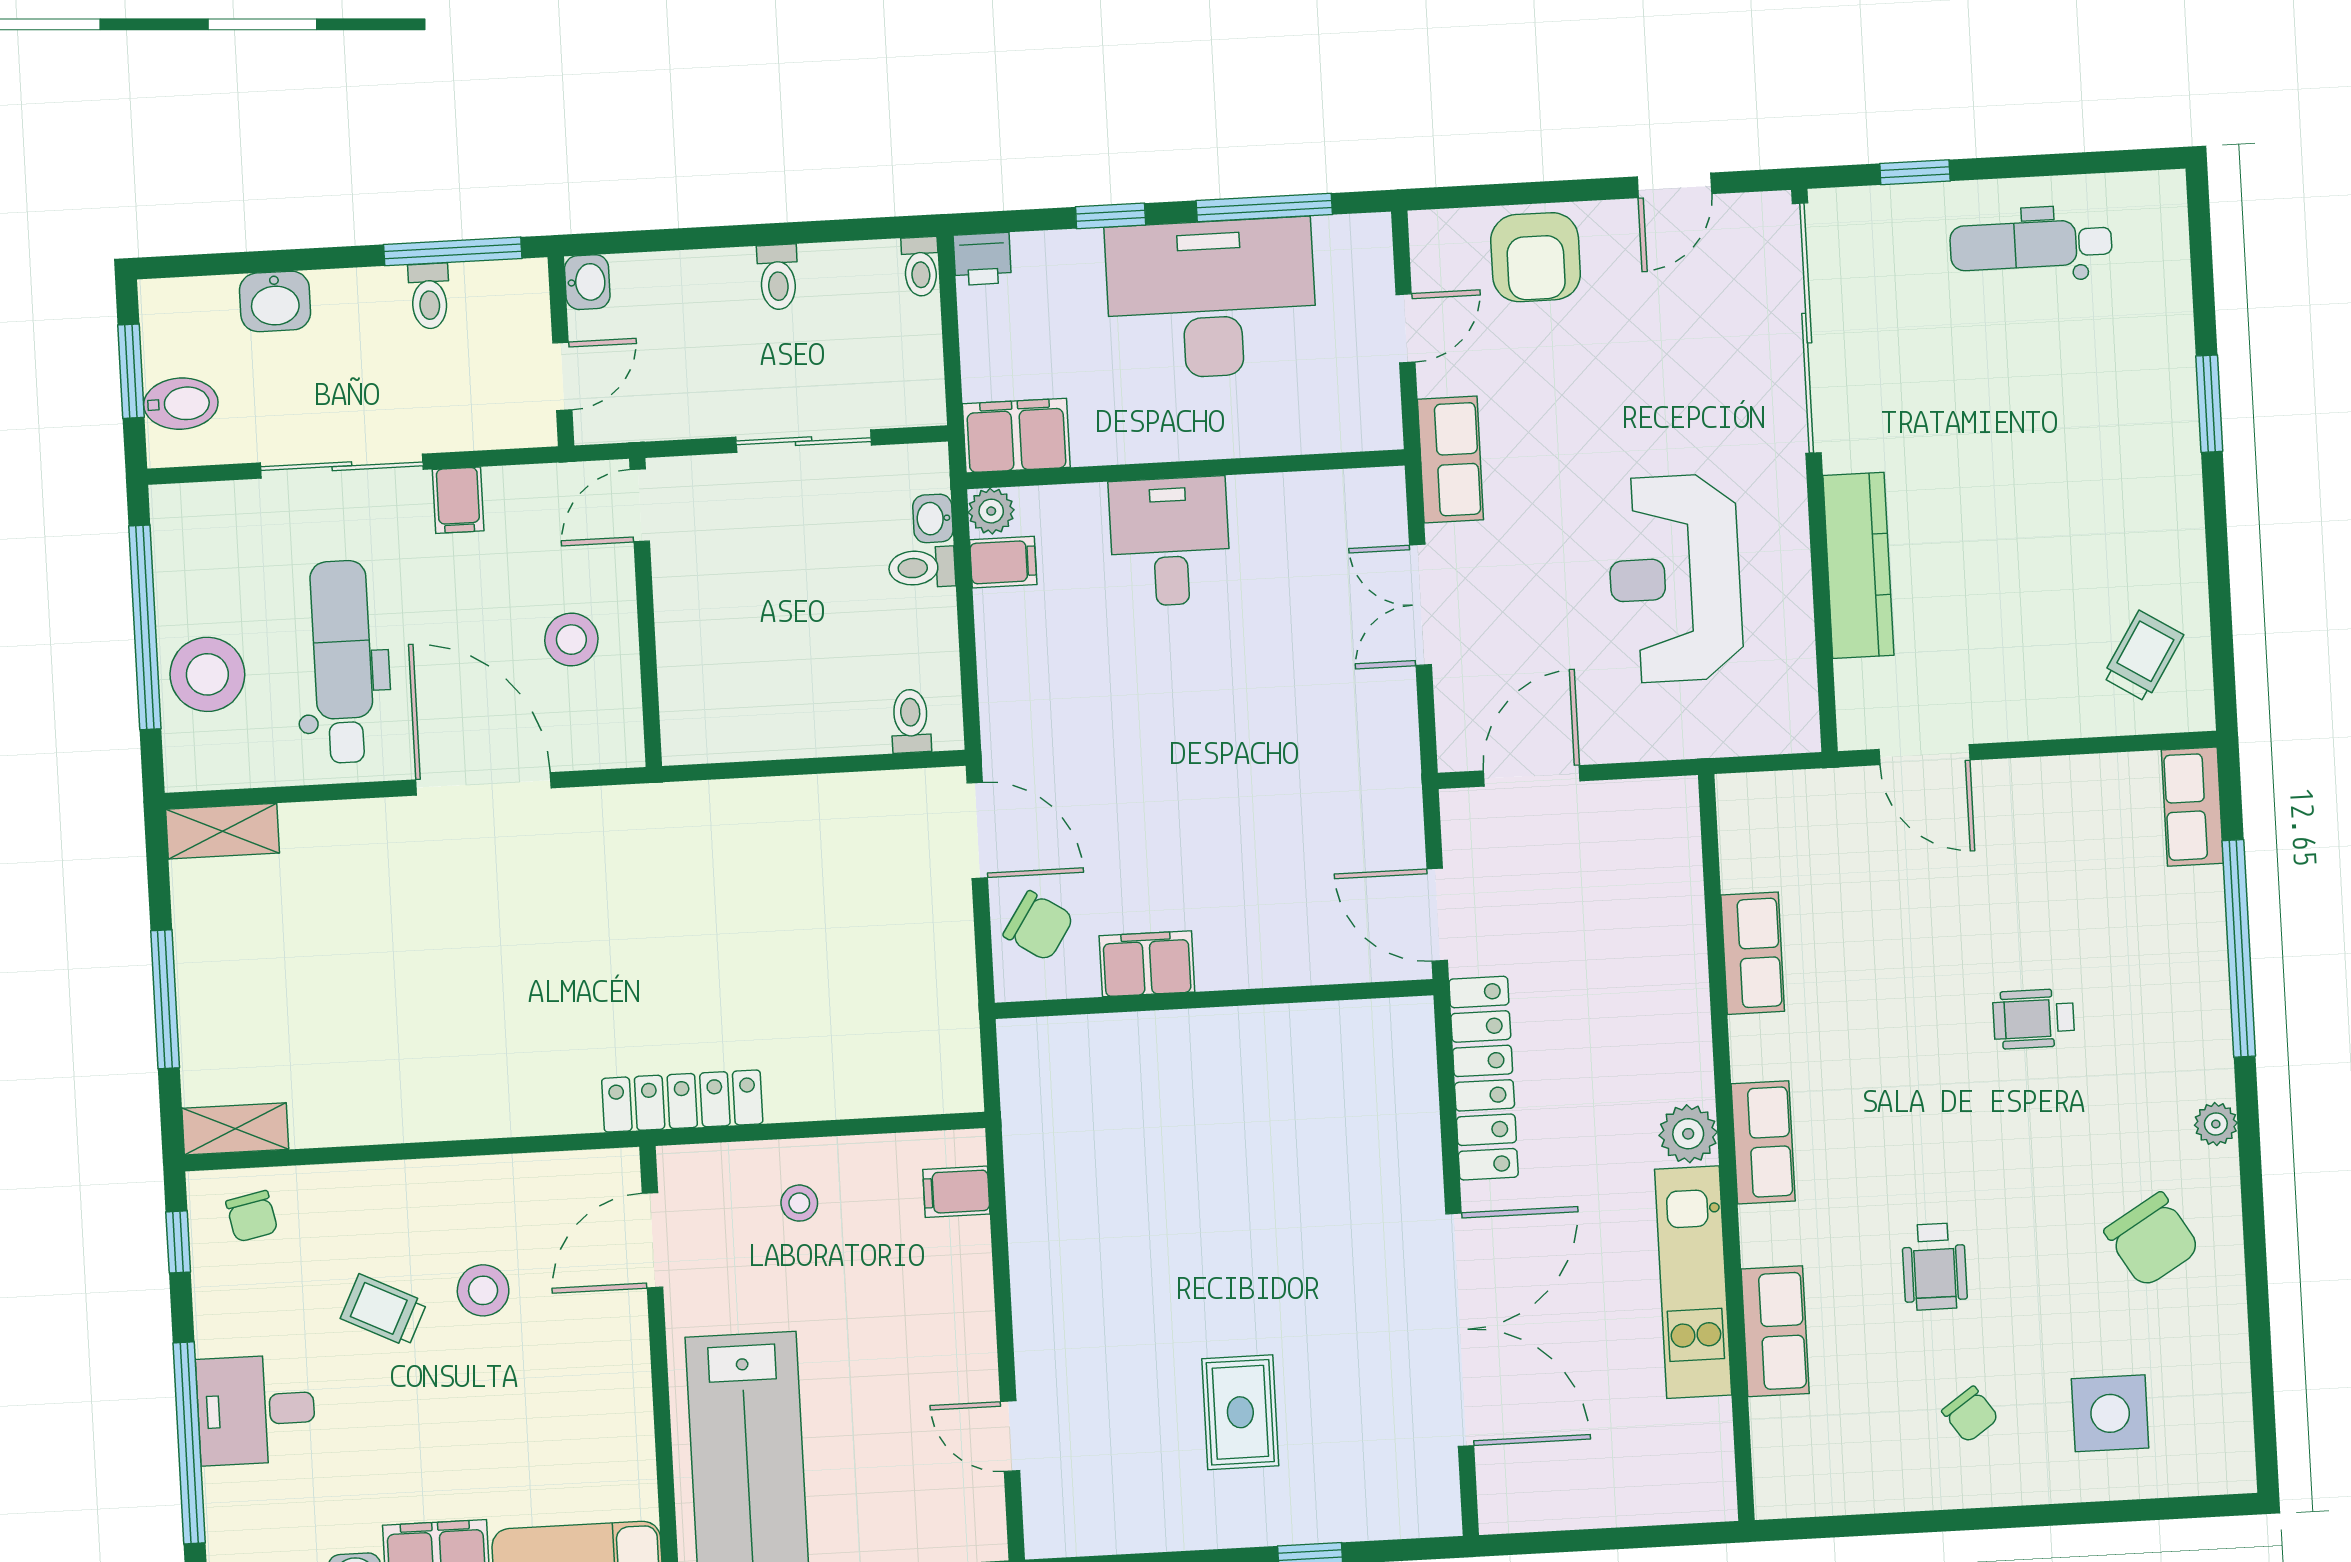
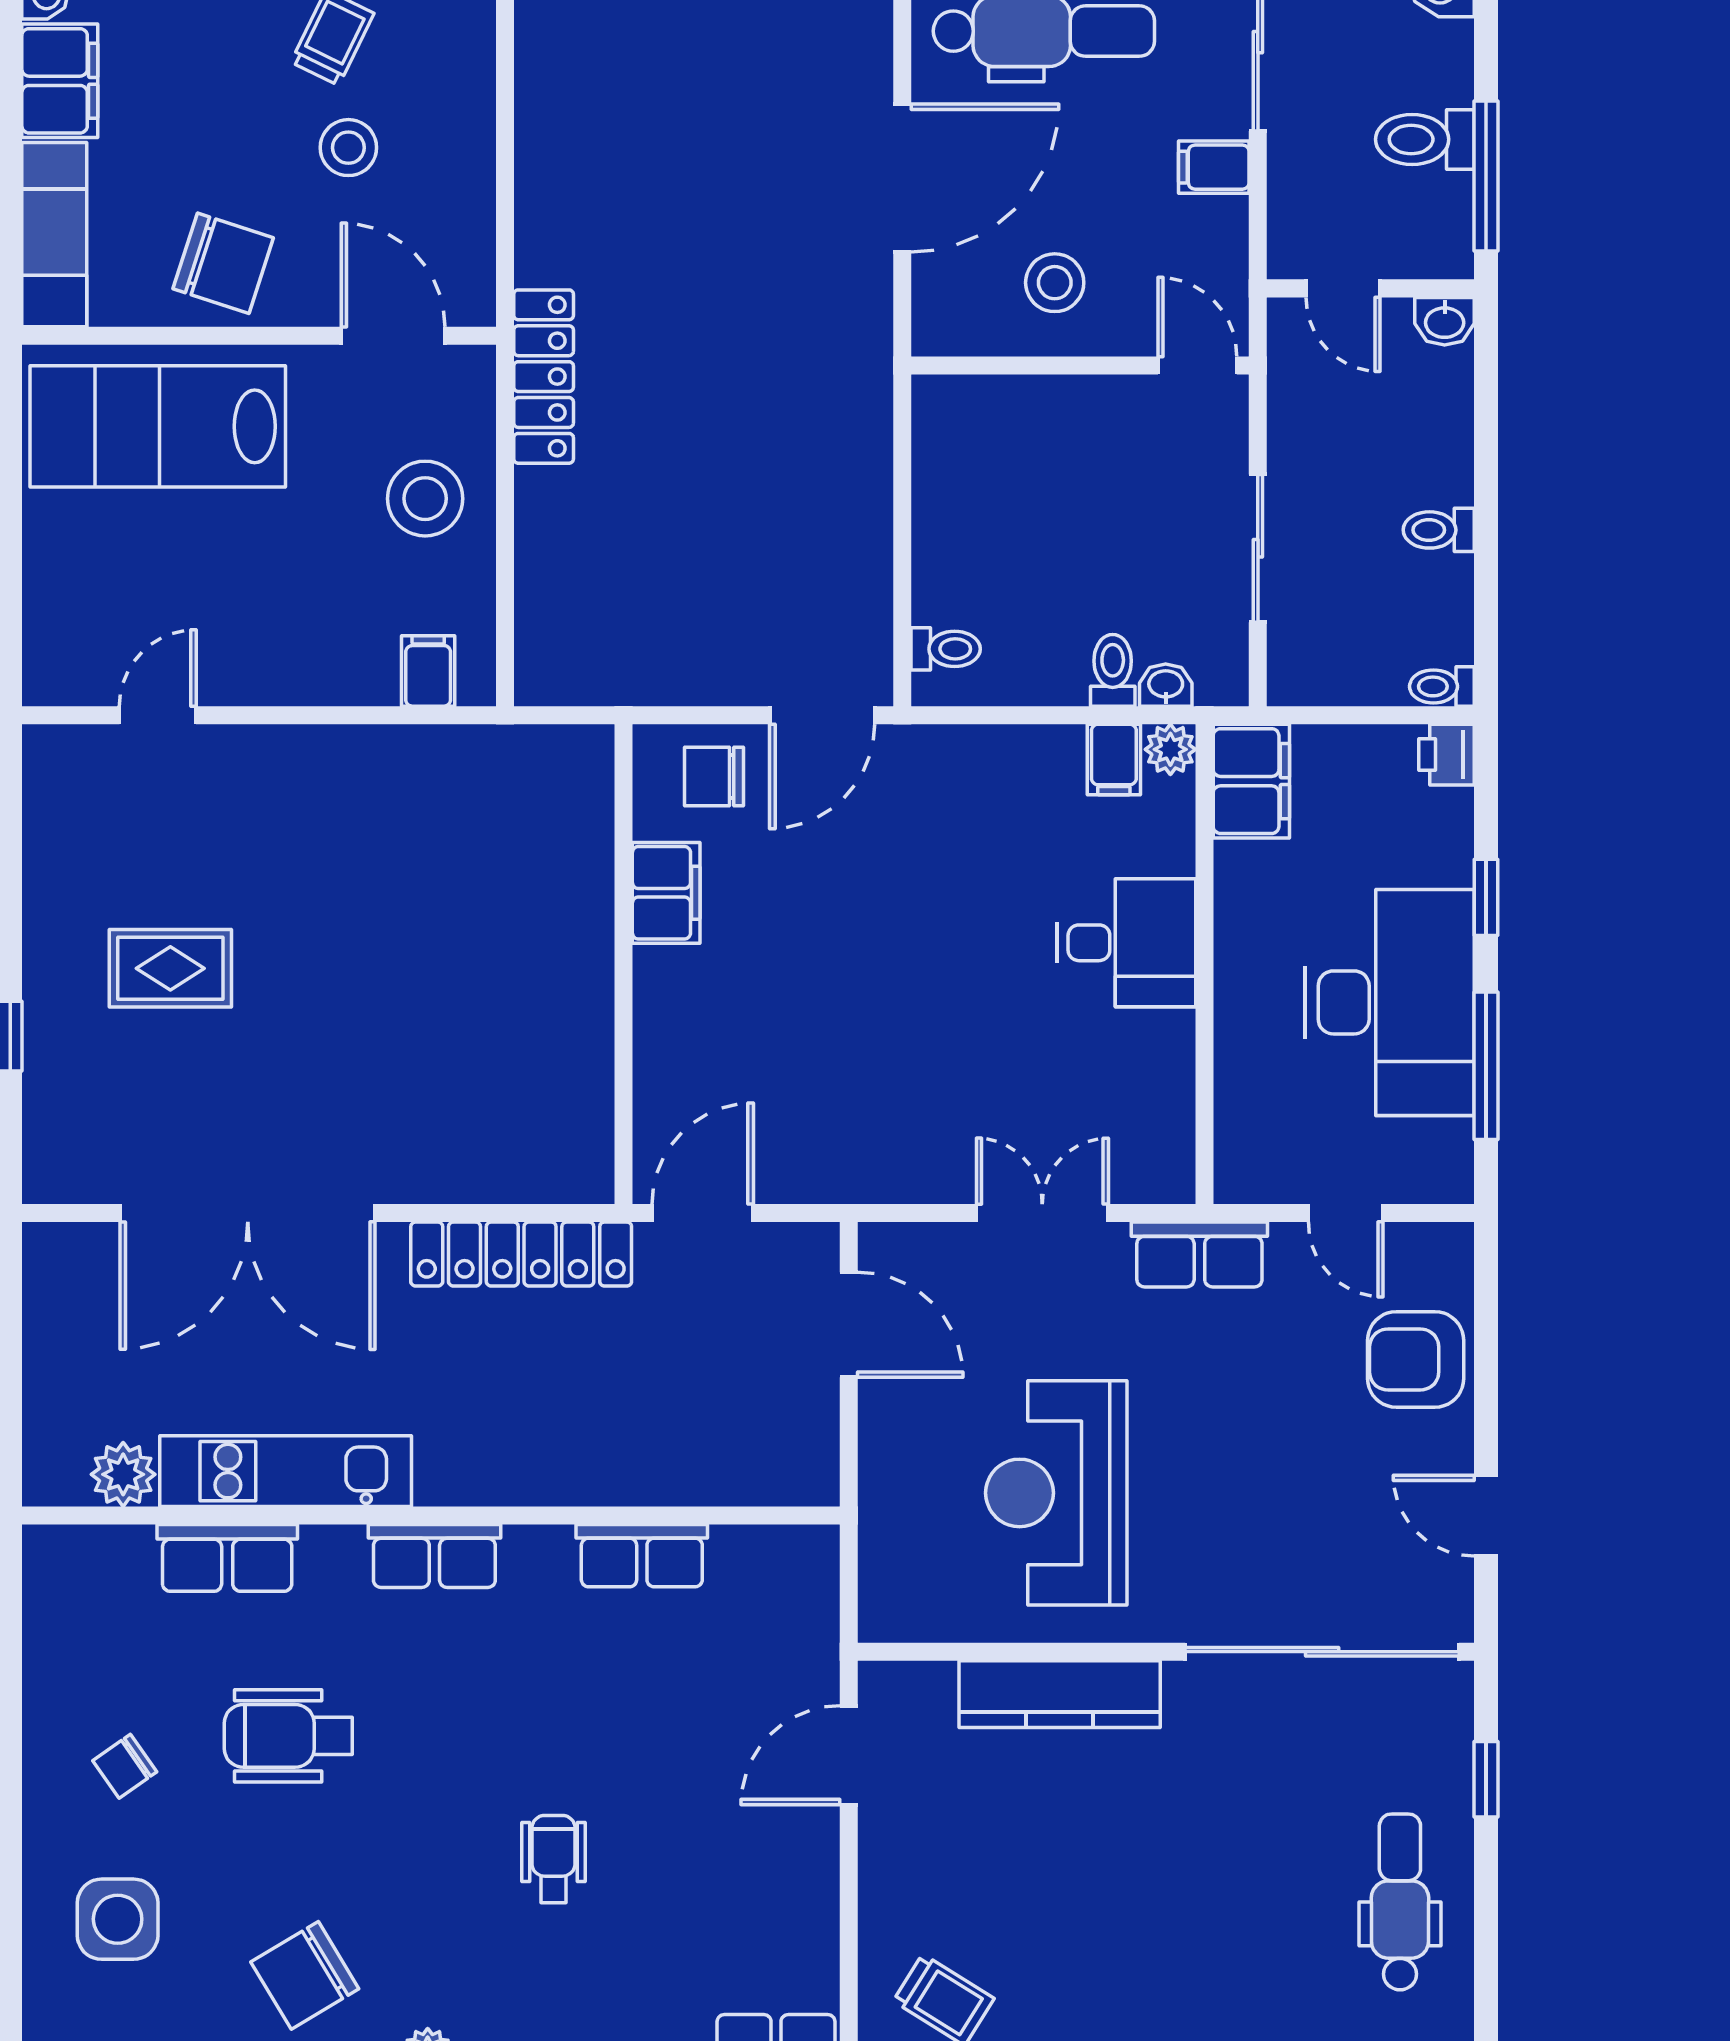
toilet: (429, 296) -> (1425, 139), width x1.37, depth x1.39
reception desk: (1675, 578) -> (1056, 1493), turned -90
chair: (1039, 926) -> (714, 777), turned 57
plant: (1688, 1134) -> (123, 1474), moved
stool: (799, 1203) -> (425, 499), width x1.89, depth x1.89
wheelchair: (1934, 1267) -> (288, 1736), width x1.36, depth x1.37
chair: (595, 1399) -> (223, 263), added

